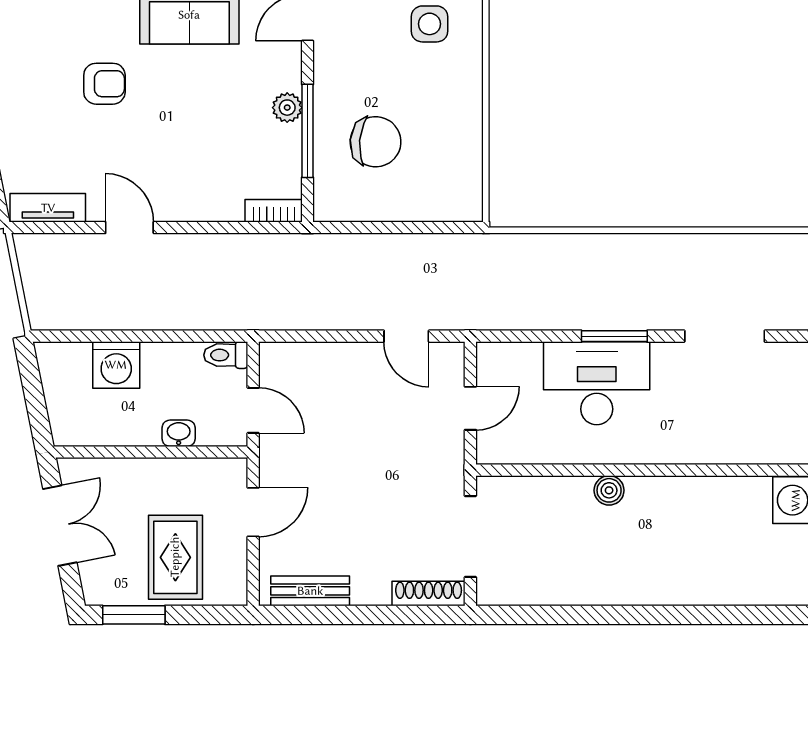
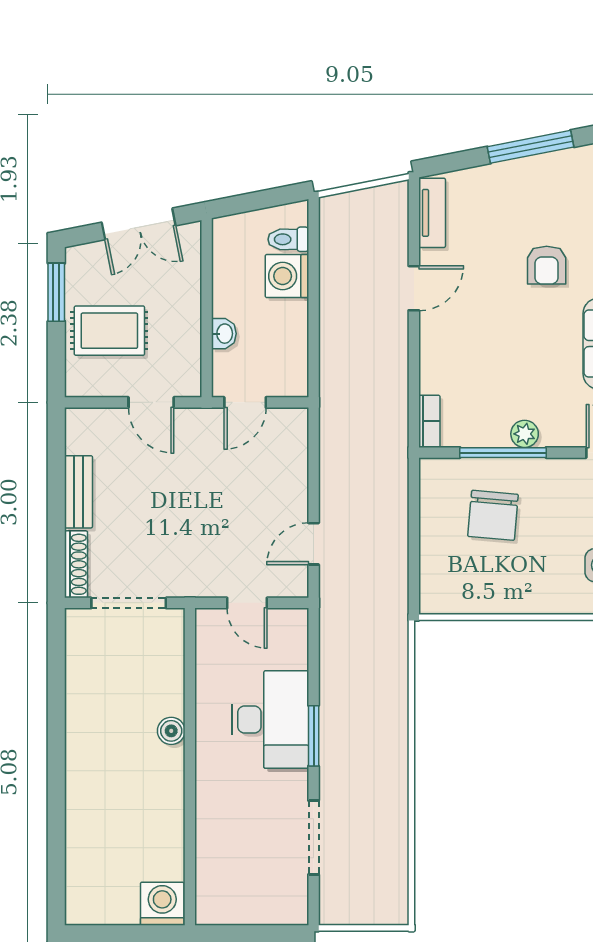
toilet: (226, 355) -> (288, 239), moved, turned -90
bench: (310, 591) -> (78, 492), moved

